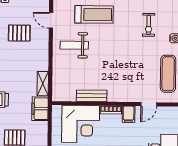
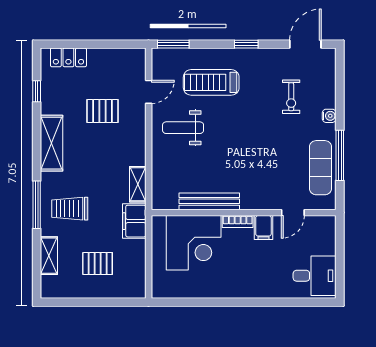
treadmill: (94, 14) -> (211, 82), turned 180
door: (51, 20) -> (149, 92), swing flipped
bench: (92, 96) -> (209, 201), width x1.36

